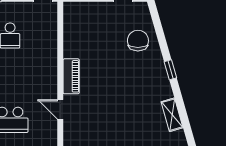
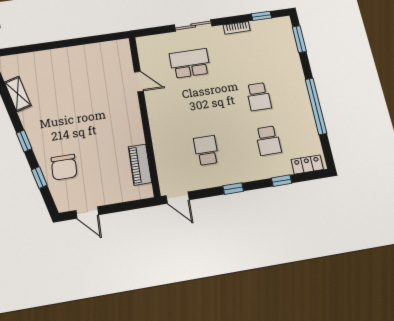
window: (160, 35) -> (39, 177), added
piano: (71, 76) -> (140, 165), moved

